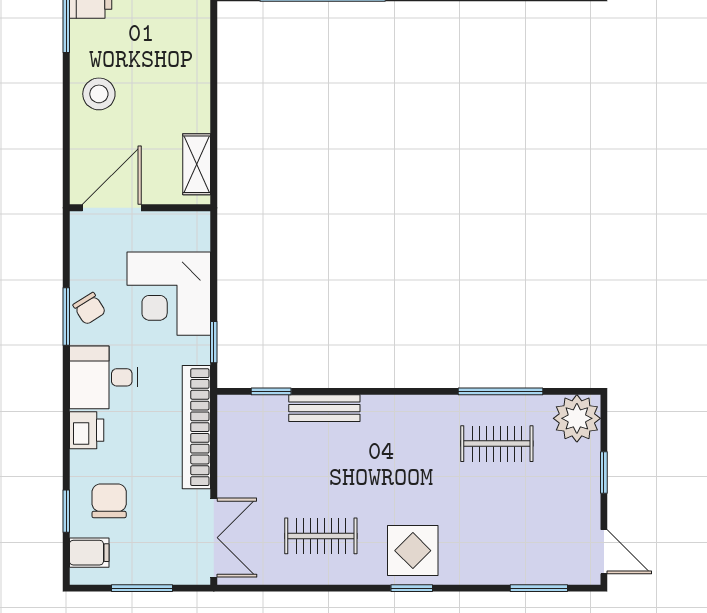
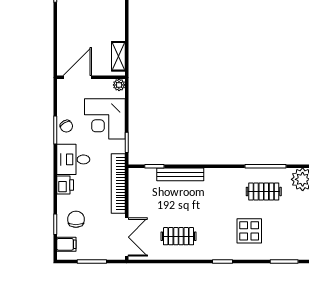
stool: (99, 94) -> (71, 22), removed
plant: (198, 223) -> (119, 85), added
bench: (324, 408) -> (180, 174), width x1.36
display table: (413, 551) -> (249, 231), moved

